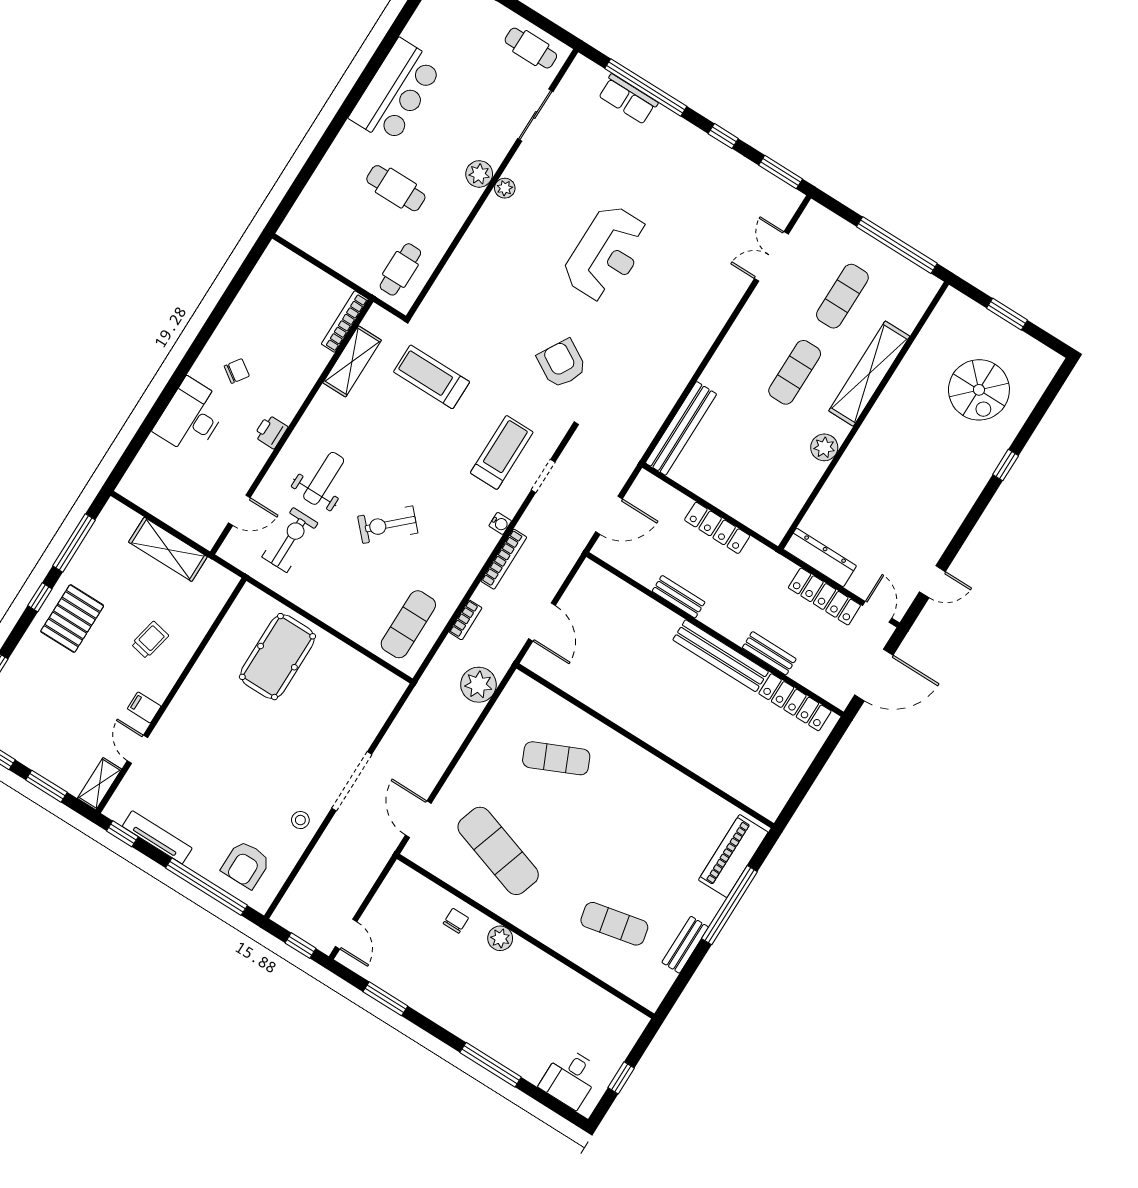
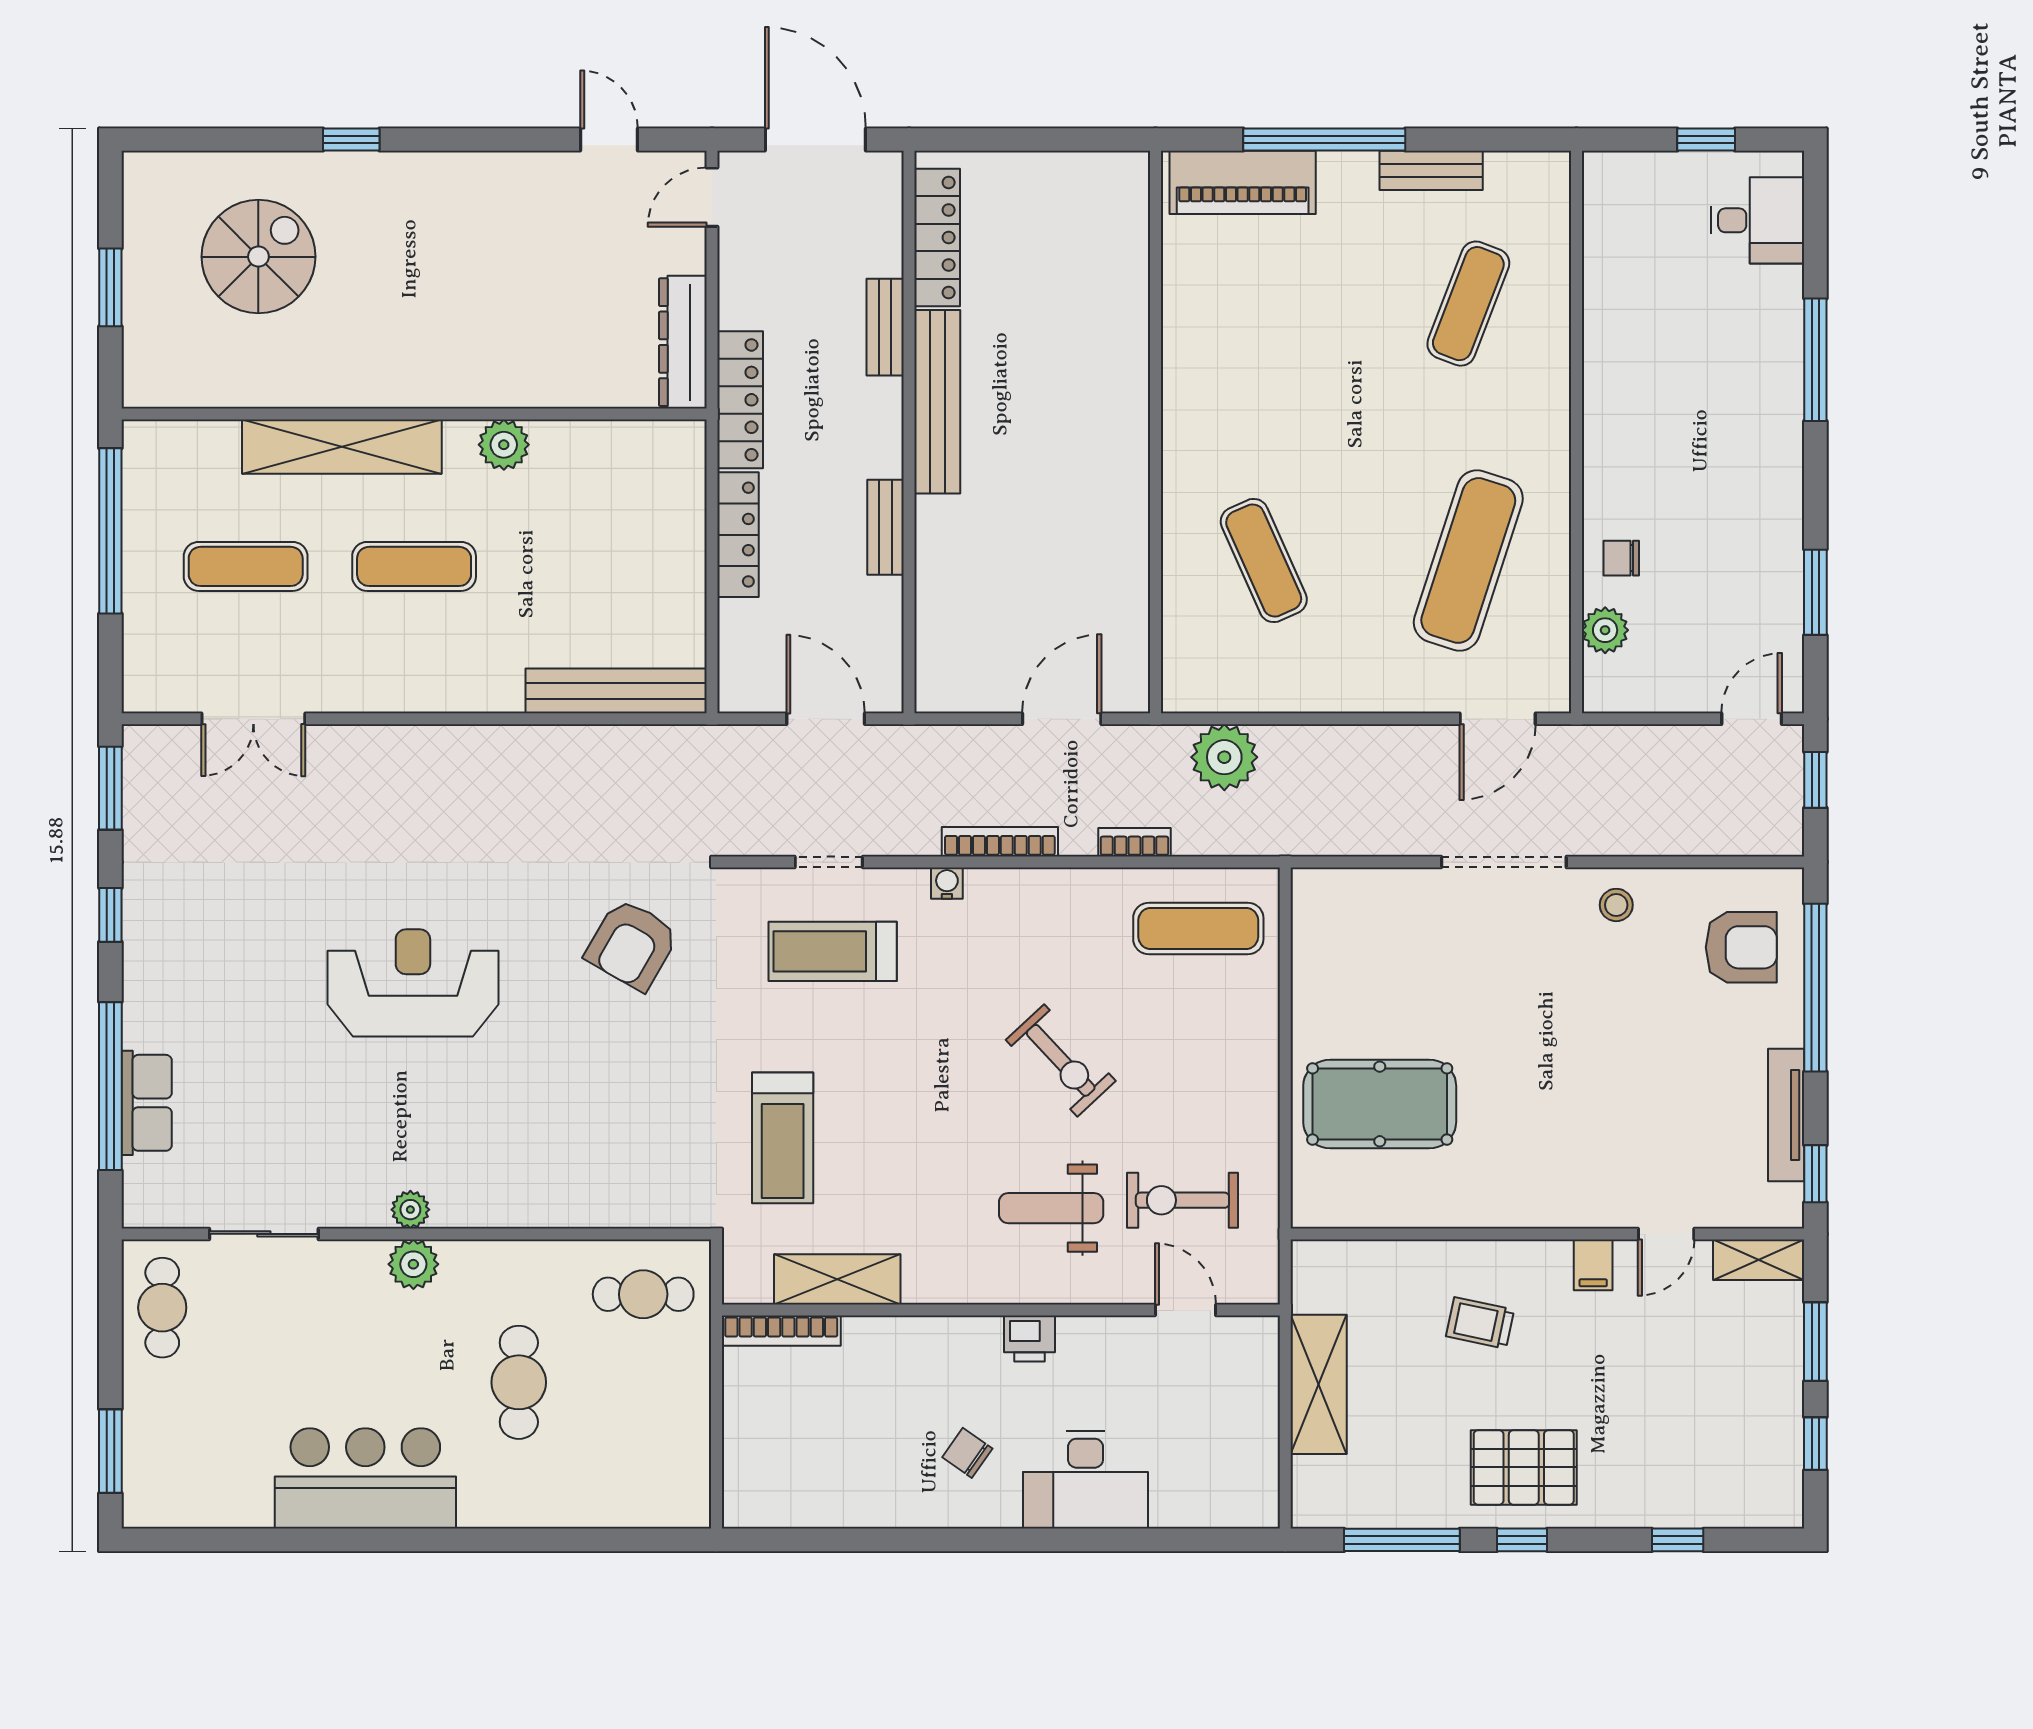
locker: (824, 597) -> (740, 400), moved
exercise mat: (614, 924) -> (1468, 304), turned 33
plant: (500, 938) -> (1605, 630), moved

